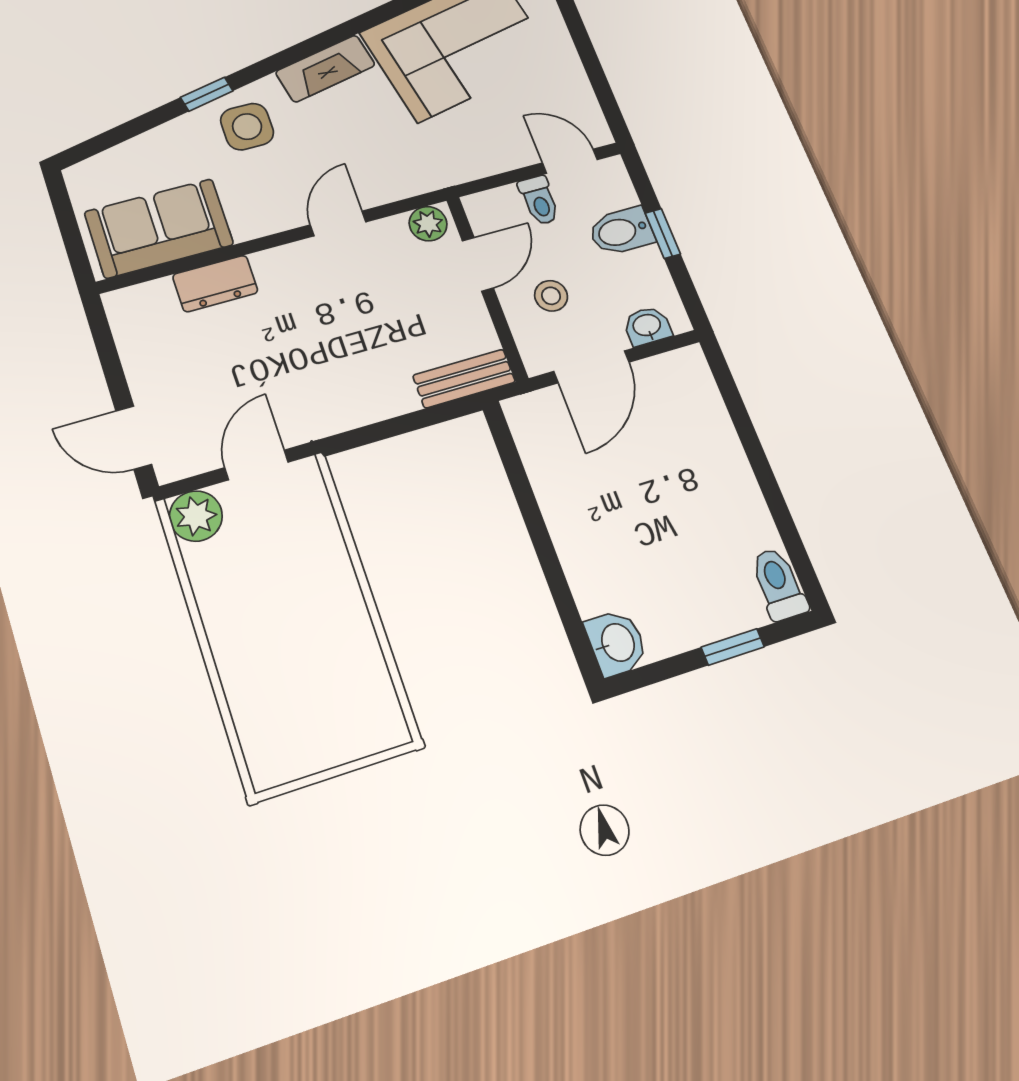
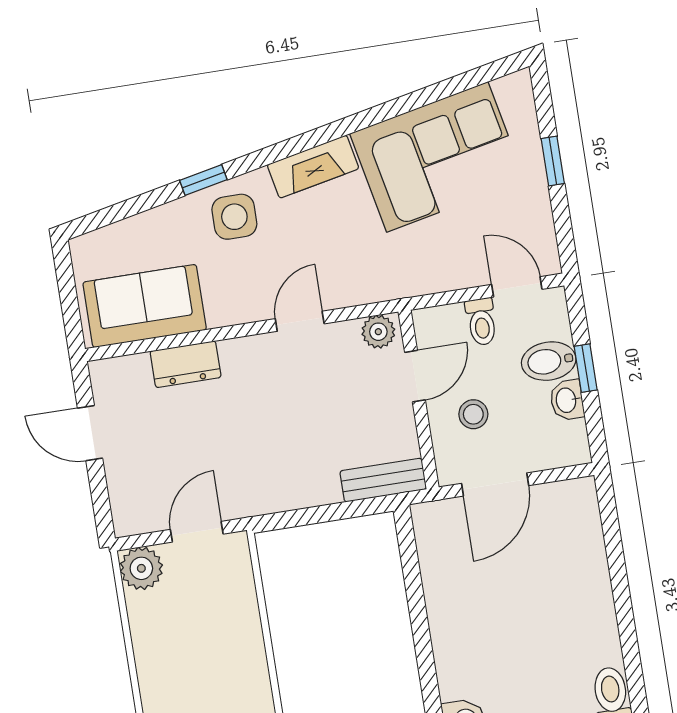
window: (580, 37) -> (553, 161), added
washbasin: (647, 326) -> (567, 400), moved, turned -90
door: (134, 438) -> (90, 433), moved

